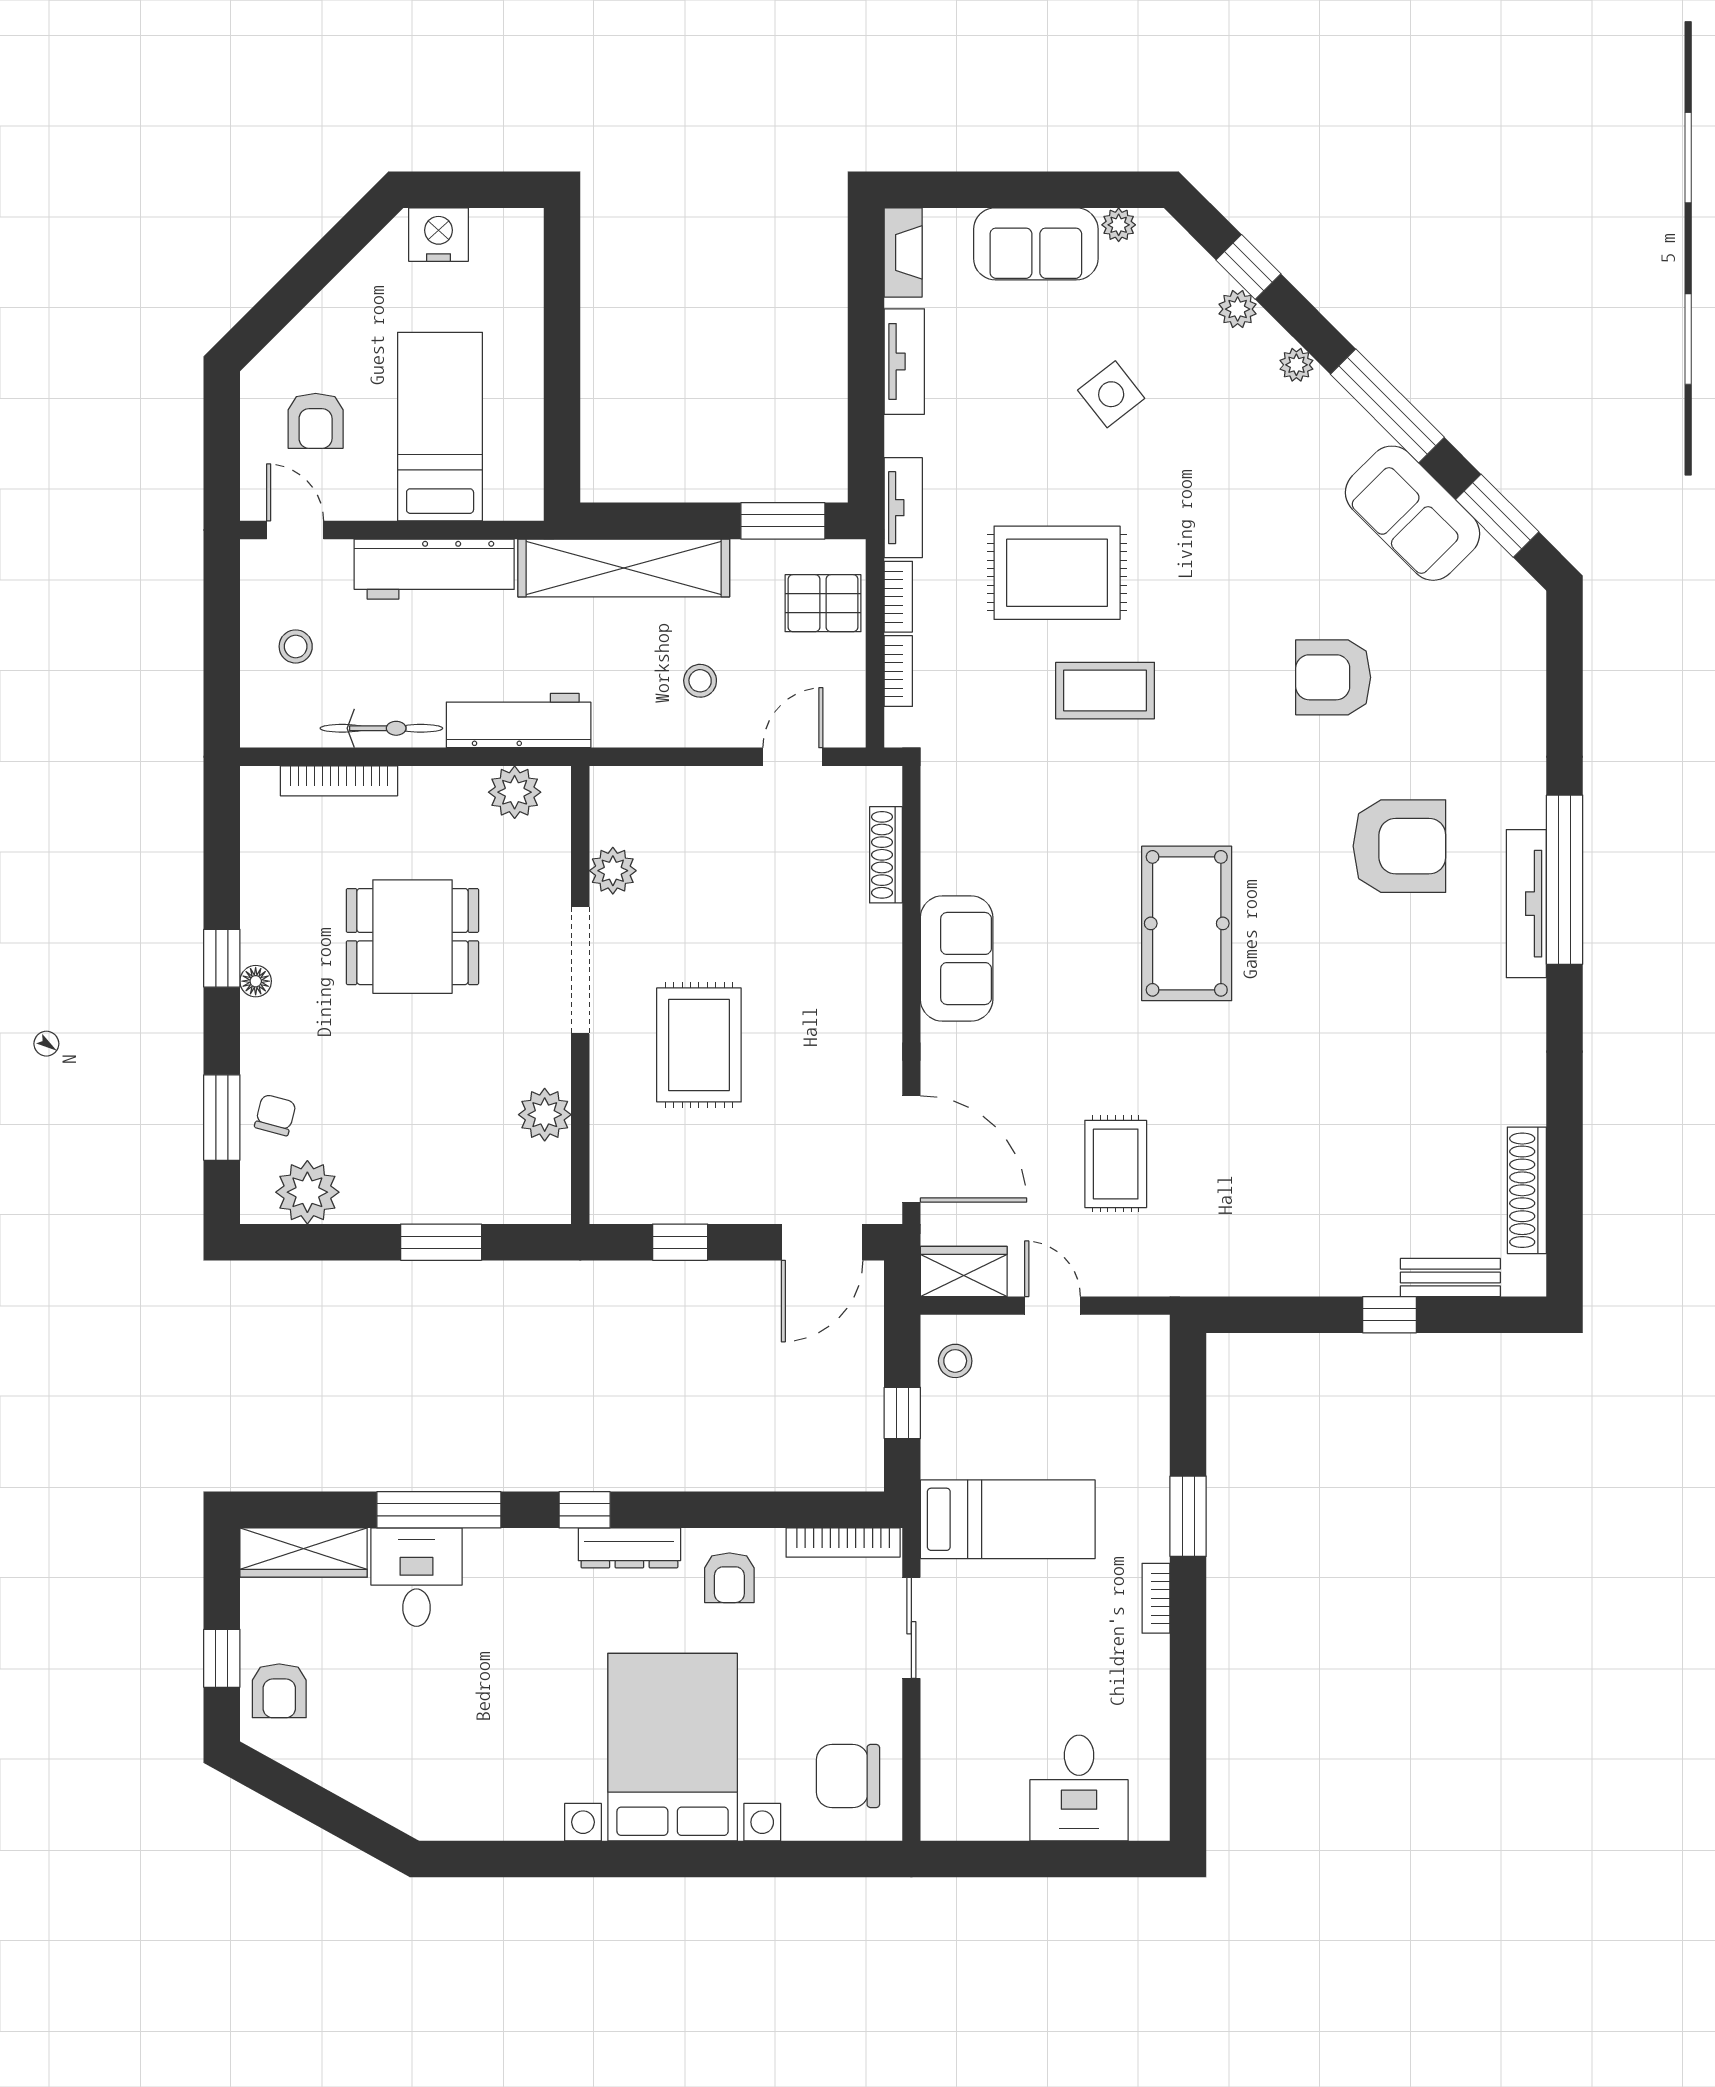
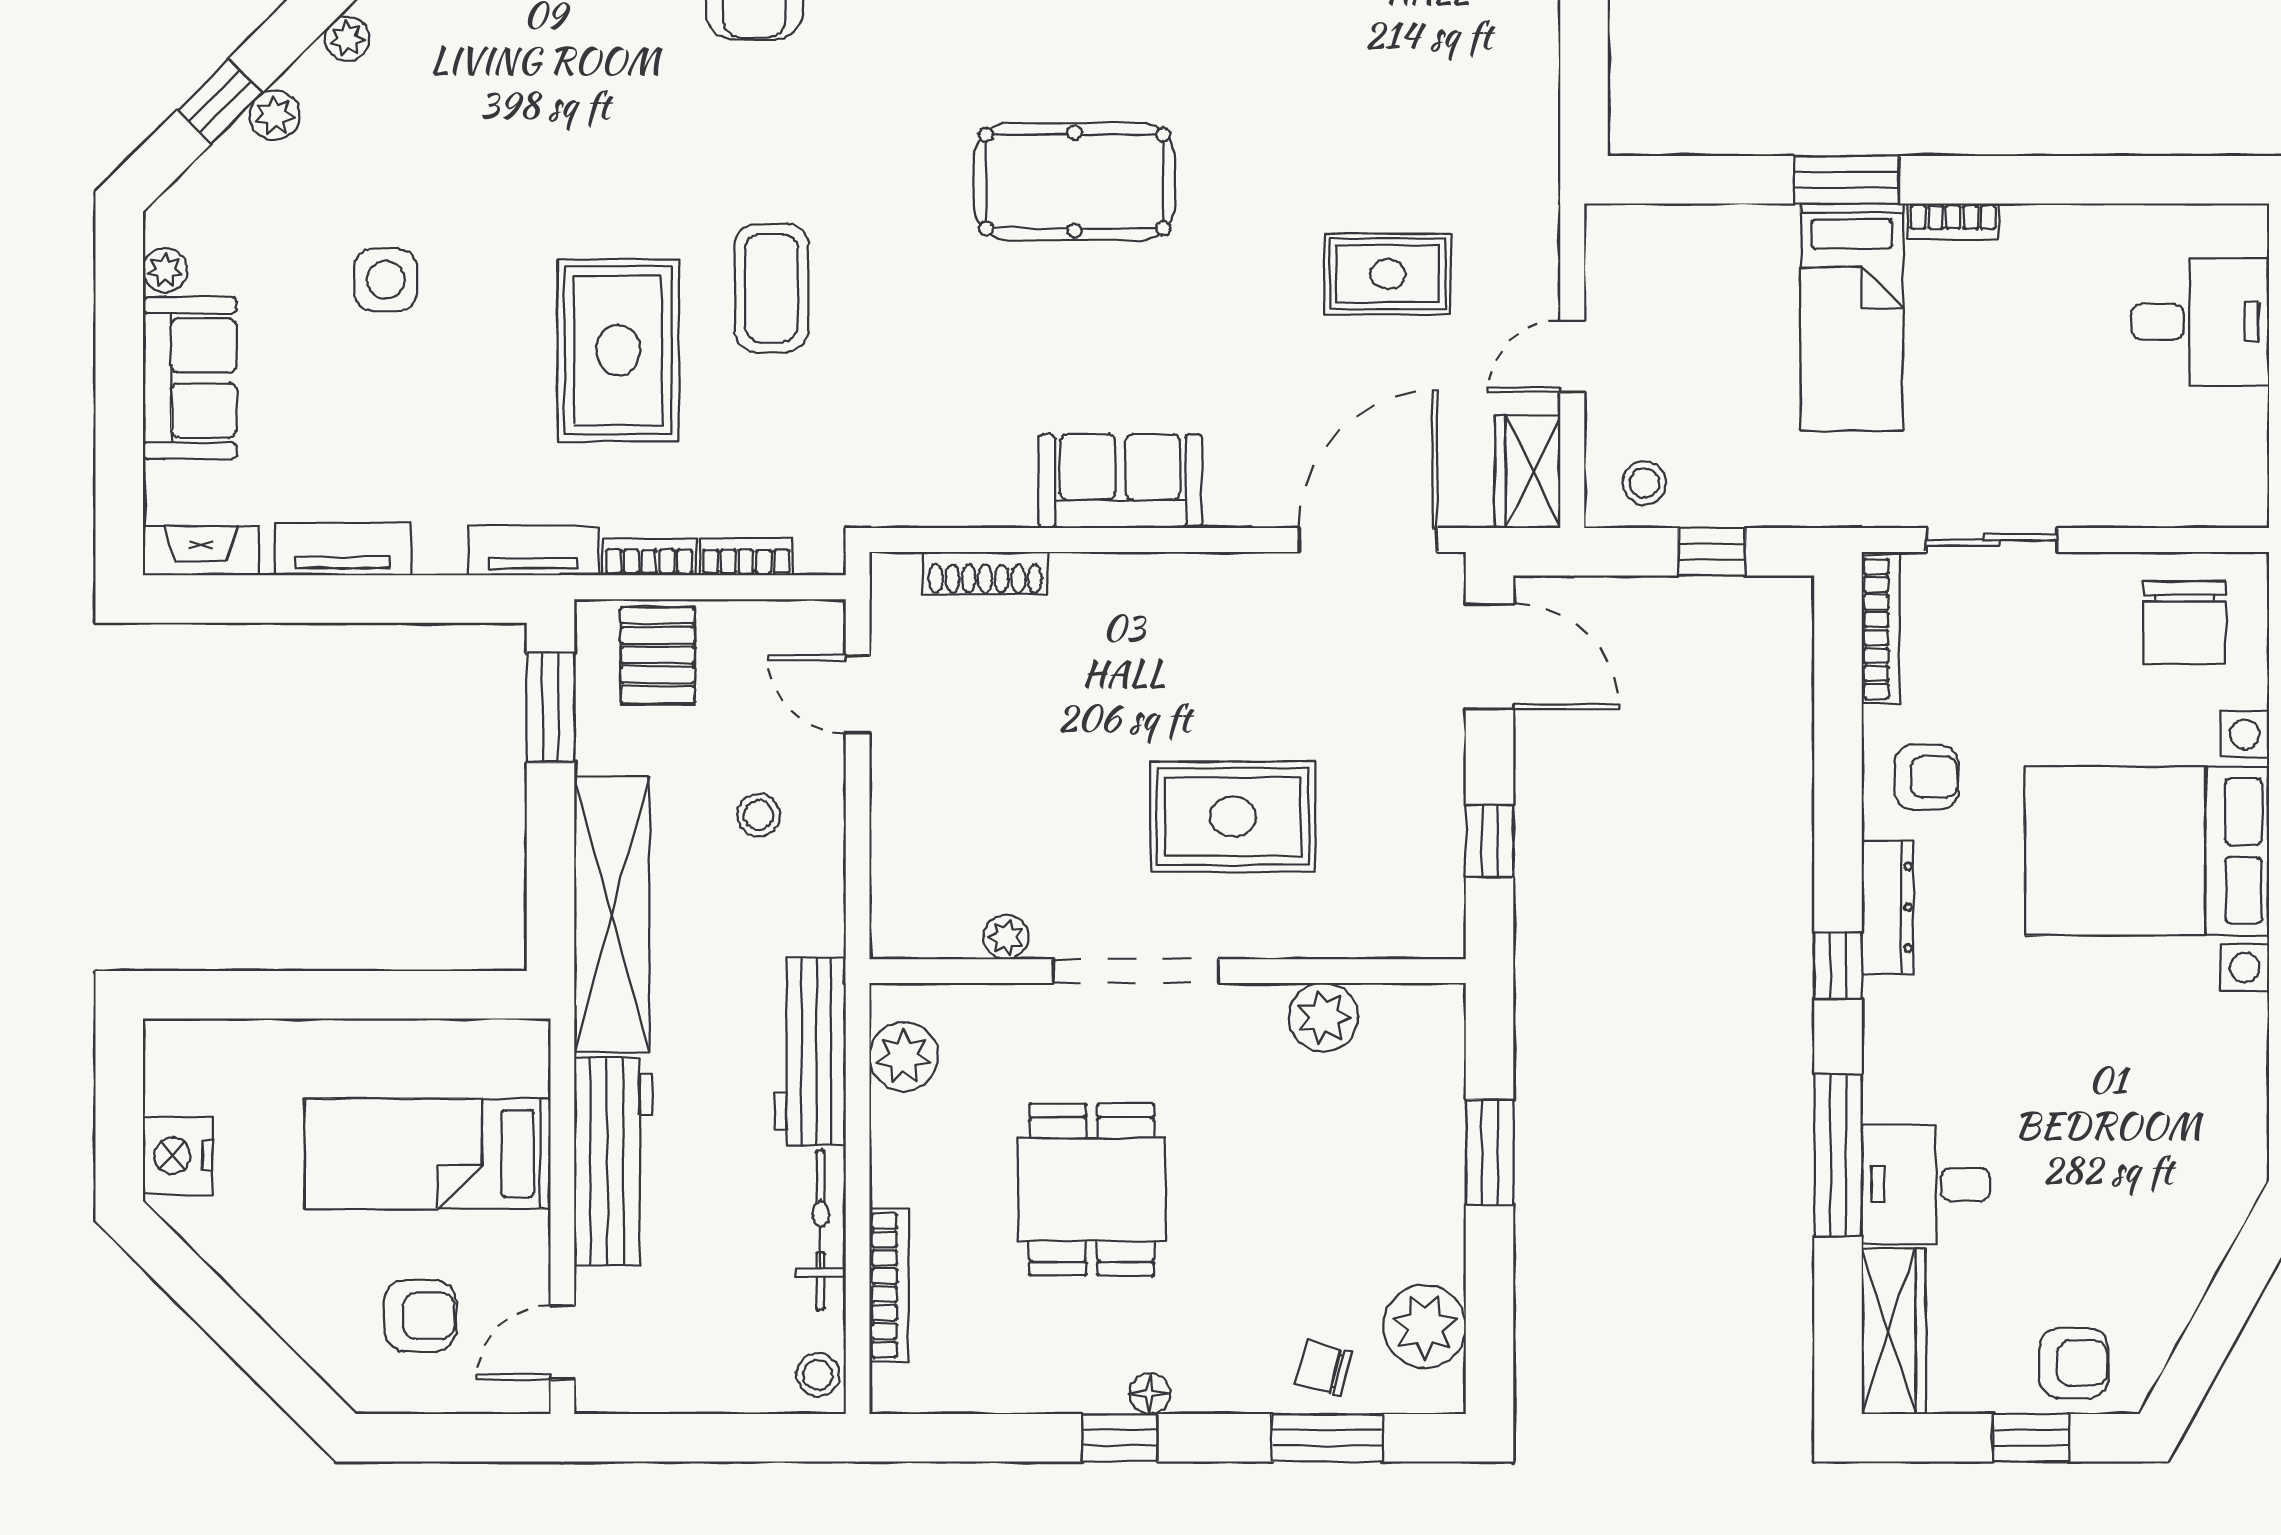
side table: (1111, 394) -> (386, 280), turned 38
stool: (296, 646) -> (818, 1375), moved
plant: (613, 871) -> (1006, 937), width x0.73, depth x0.73
bed: (1008, 1519) -> (1852, 317), moved, turned 180

